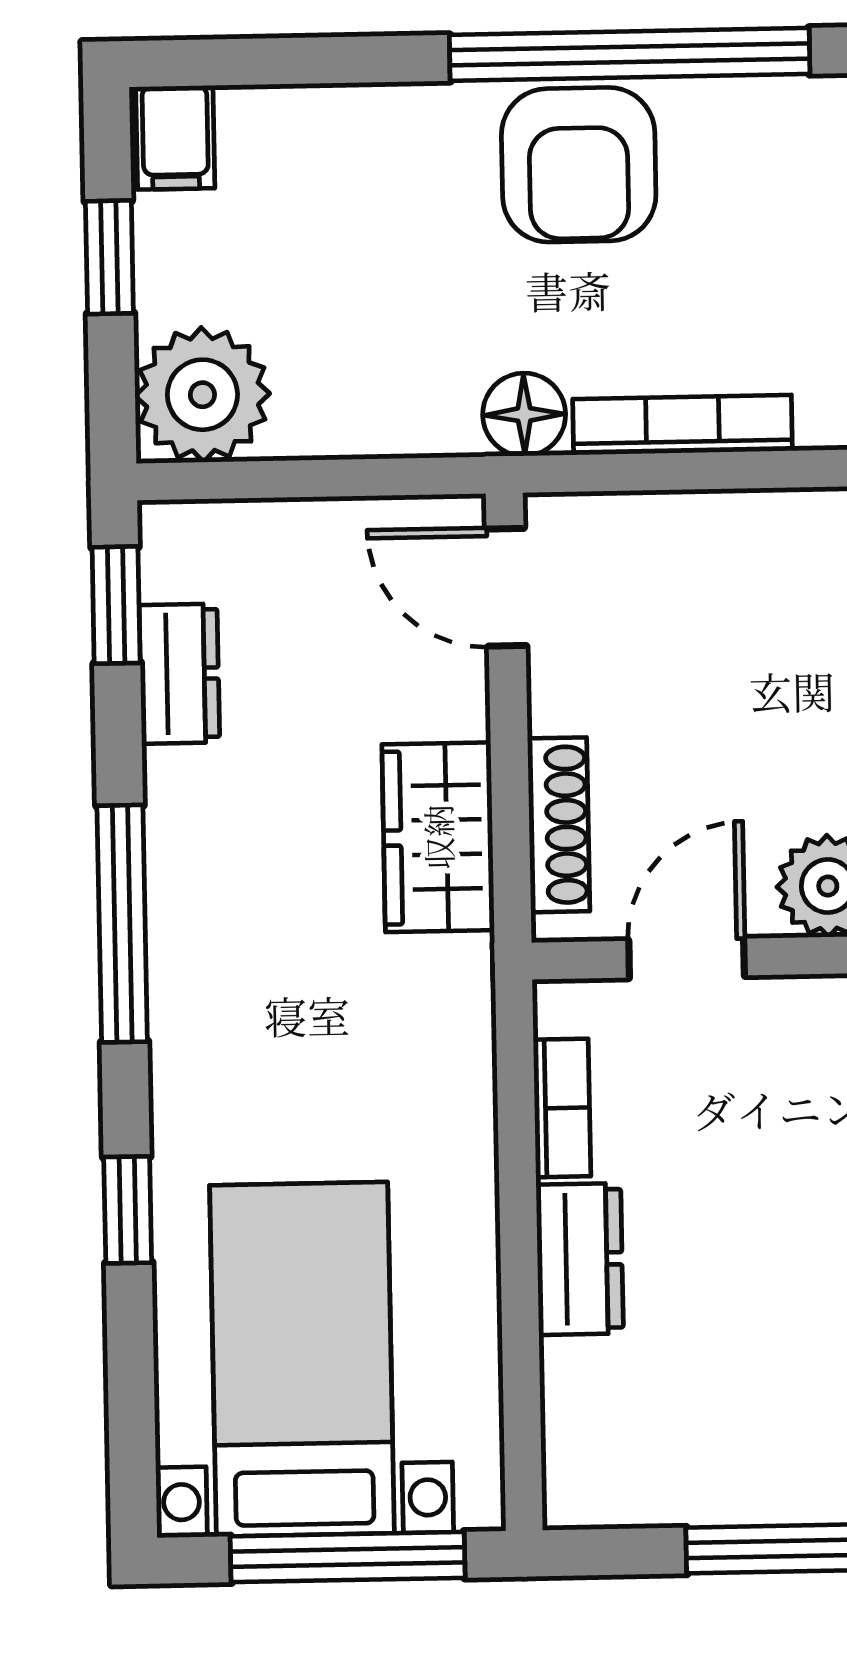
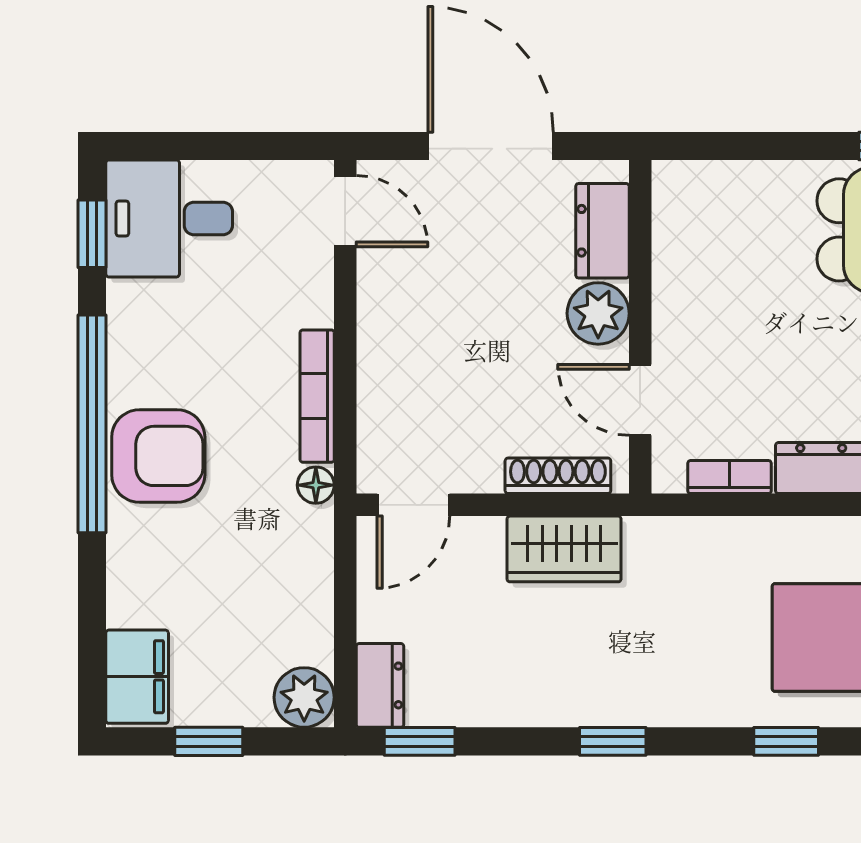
filing cabinet: (175, 138) -> (137, 677), width x2.00
plant: (202, 395) -> (304, 697), width x0.73, depth x0.73
floor lamp: (524, 415) -> (316, 485), width x0.73, depth x0.73
dresser: (179, 674) -> (380, 685), moved, turned 90
window: (122, 924) -> (613, 741), width x0.46

